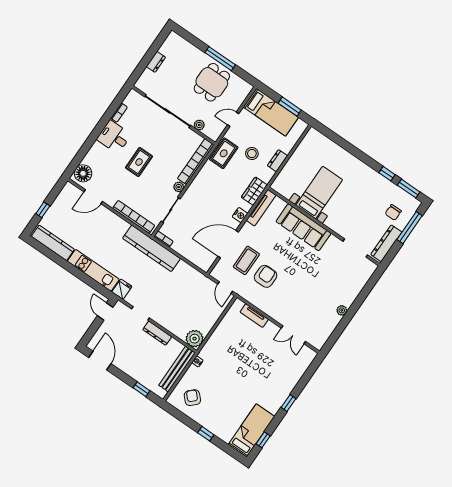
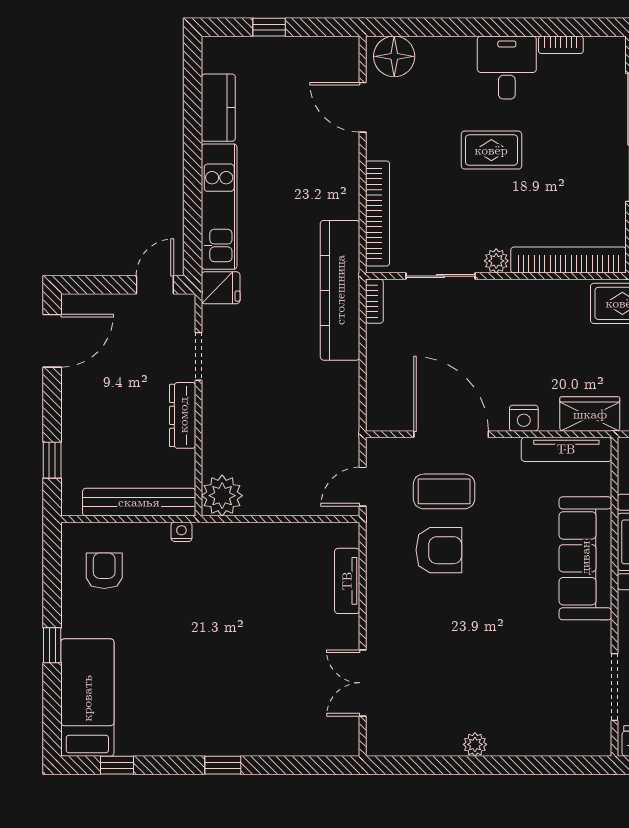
kitchen counter: (53, 243) -> (218, 108), width x0.67
armchair: (192, 398) -> (104, 571), turned -46
bed: (251, 430) -> (87, 698), moved, turned -90

